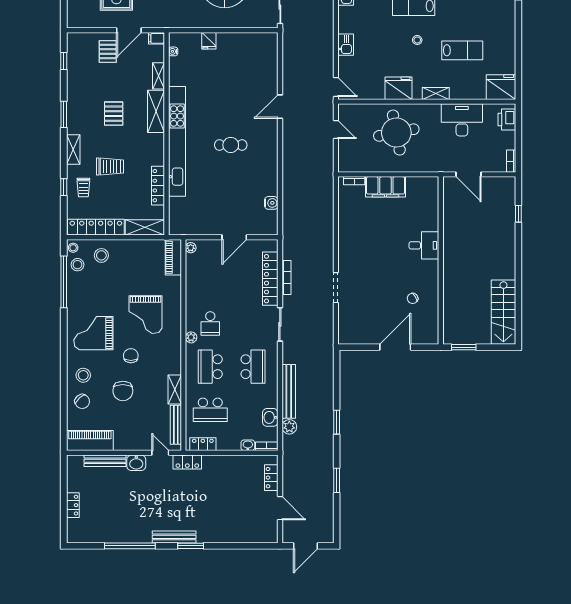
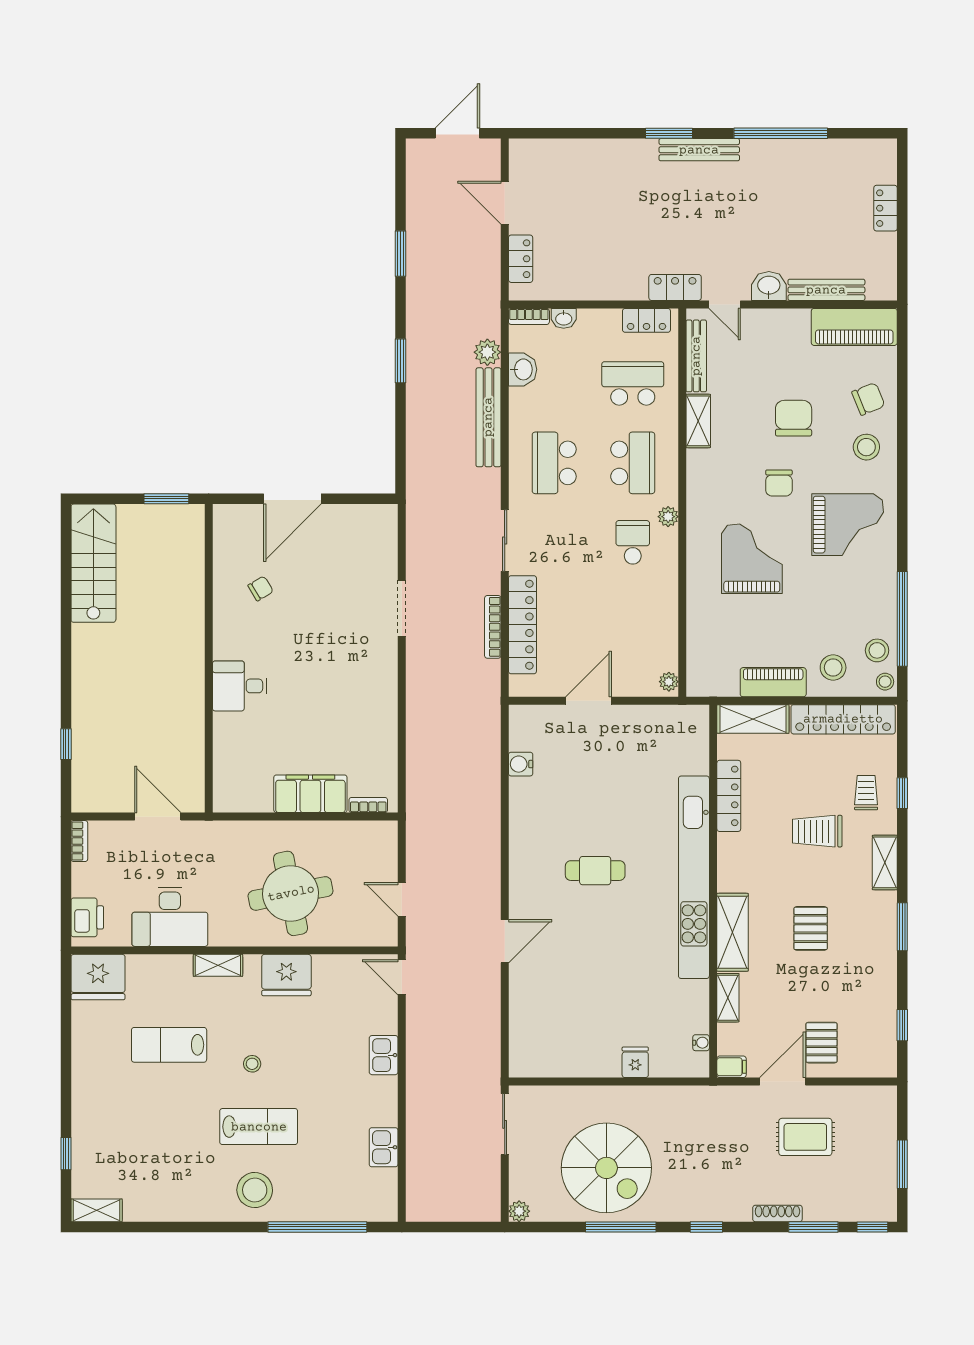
piano: (173, 257) -> (773, 682), moved, turned -90
chair: (82, 401) -> (868, 399), turned 111

